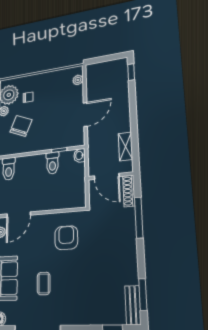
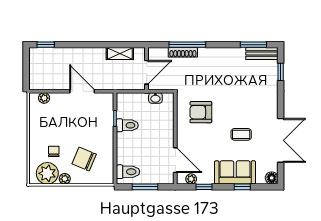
washbasin: (79, 155) -> (155, 98), moved
shoe rack: (129, 191) -> (183, 52), moved

